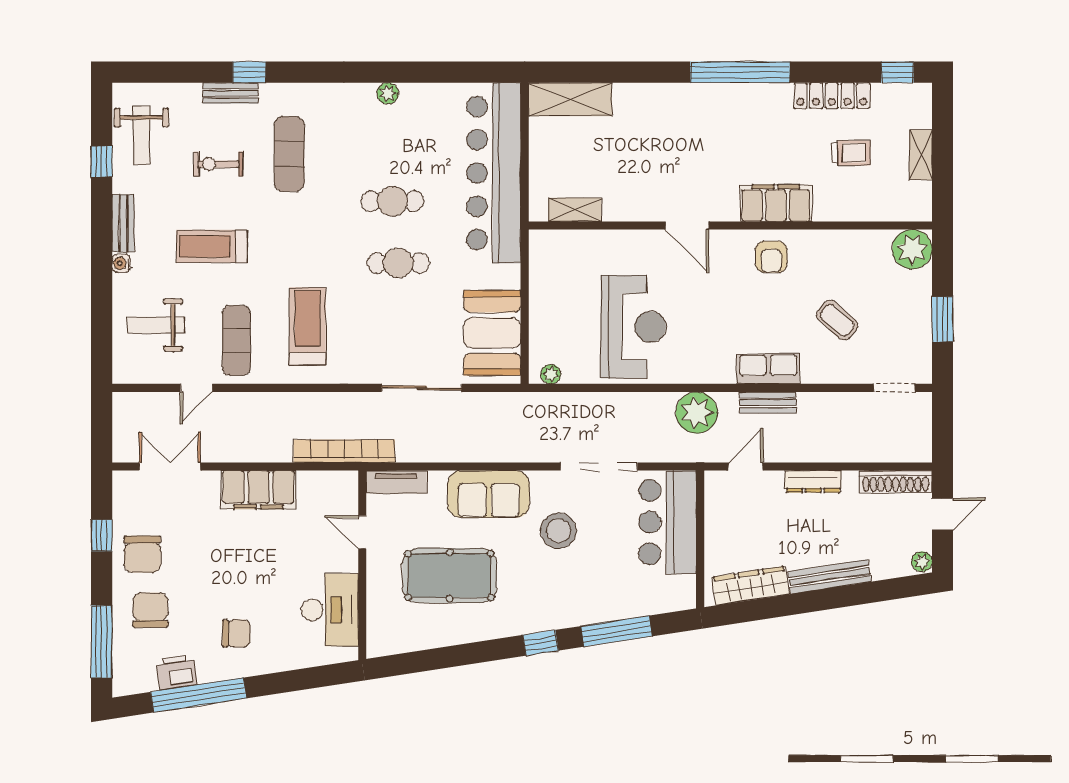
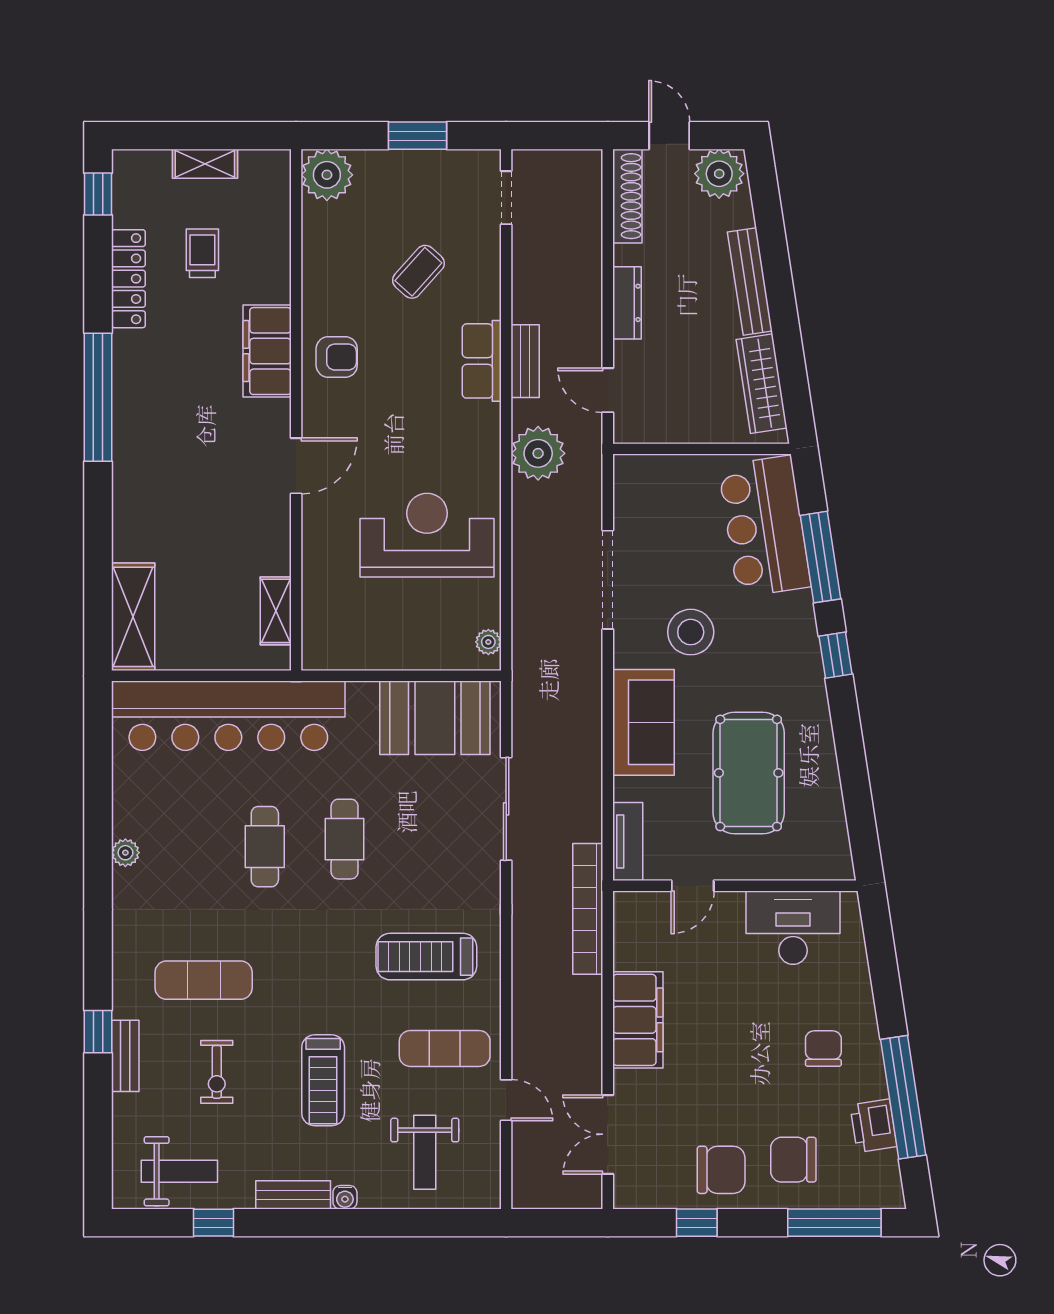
bar counter: (668, 522) -> (765, 526), moved, turned 81
plant: (922, 562) -> (719, 174), width x1.87, depth x1.87

